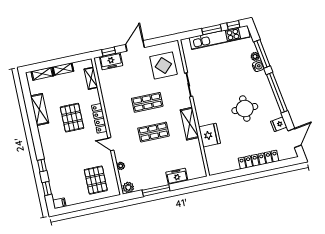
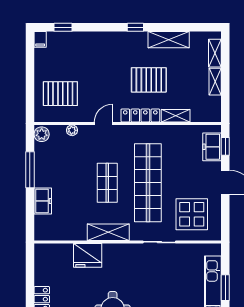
shelving: (91, 78) -> (176, 116), moved
shop shelf: (147, 102) -> (148, 183), width x2.00, depth x1.36
window: (42, 166) -> (135, 27), moved

